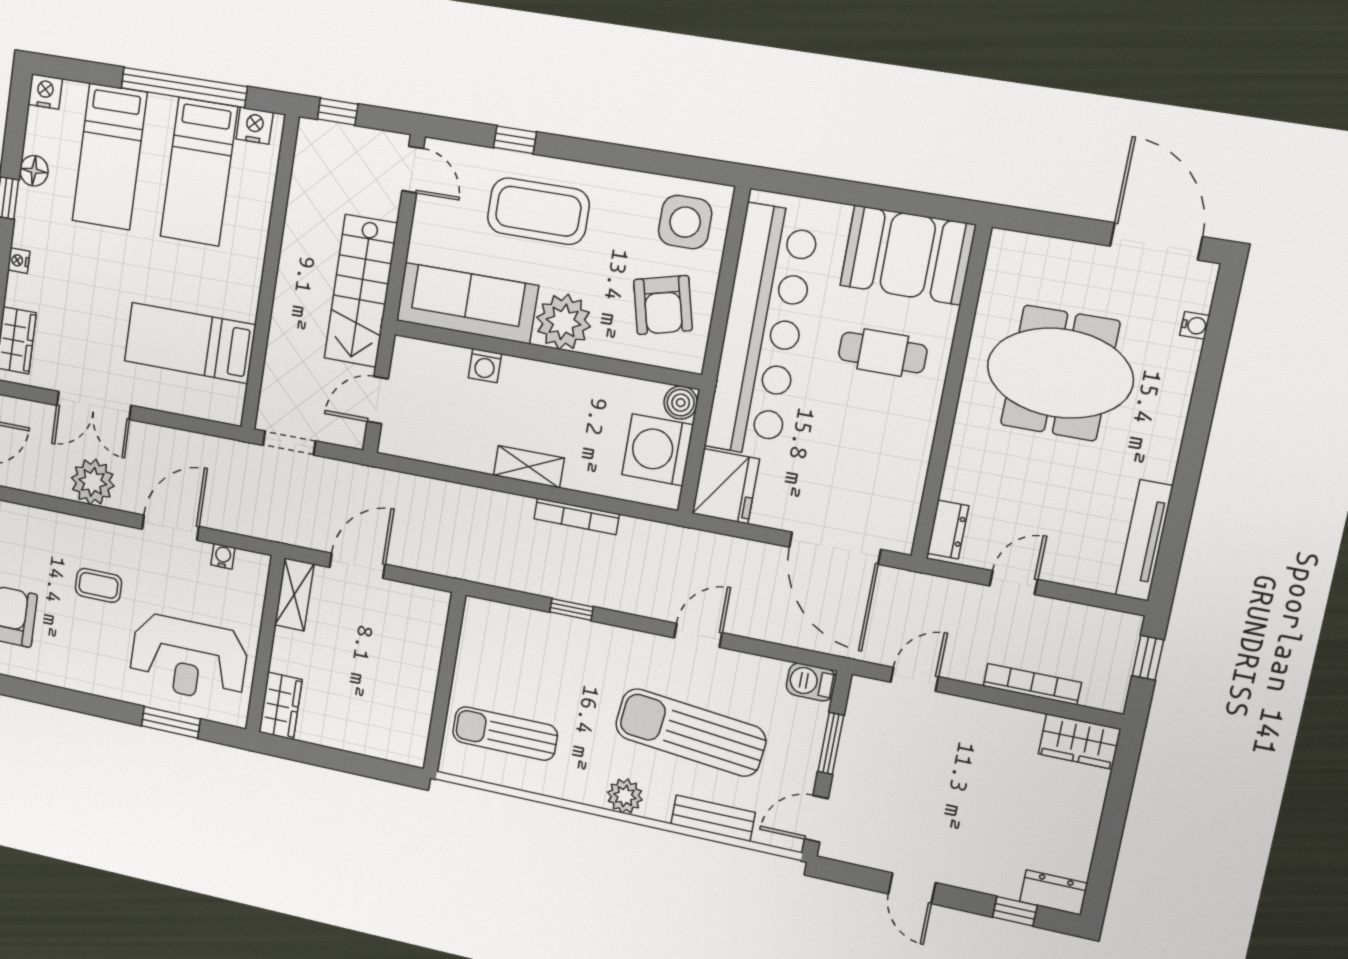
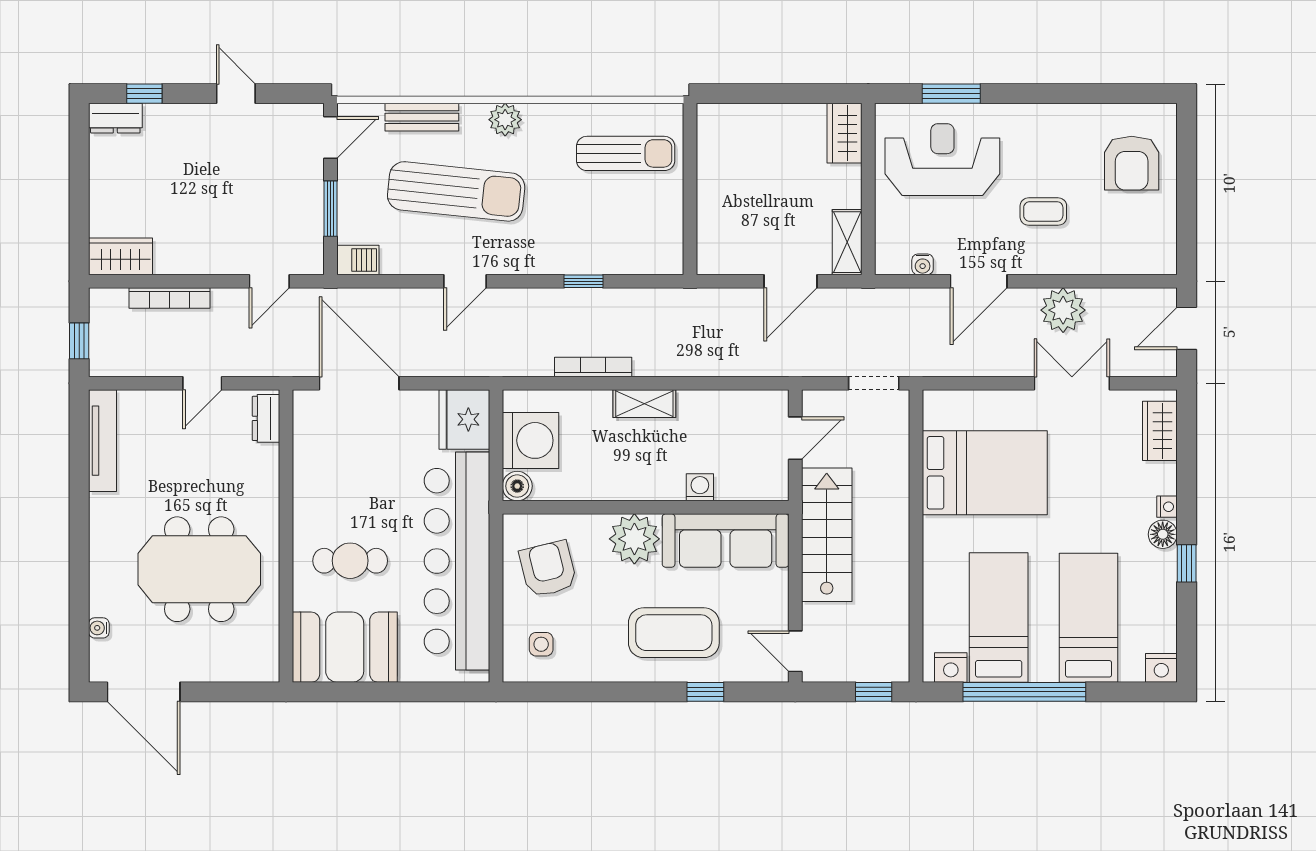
floor lamp: (34, 171) -> (1163, 534), moved
side table: (685, 222) -> (541, 644), width x0.54, depth x0.54
bed: (190, 343) -> (985, 473), width x1.50

